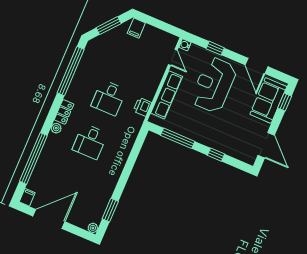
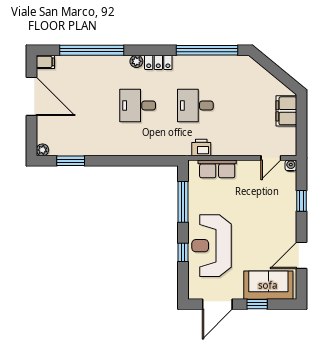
window: (109, 26) -> (276, 71), removed
filing cabinet: (136, 28) -> (286, 111), width x2.00
reception desk: (214, 85) -> (212, 246), moved, turned -90
row of seats: (167, 95) -> (217, 169), width x0.68
window: (285, 102) -> (257, 304), moved

